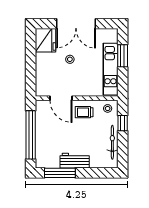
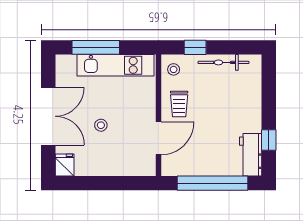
fridge: (45, 40) -> (65, 165), width x0.53, depth x0.75
window: (123, 56) -> (96, 47), width x1.44
workbench: (75, 161) -> (251, 155), moved
window: (60, 173) -> (269, 140), width x0.46

